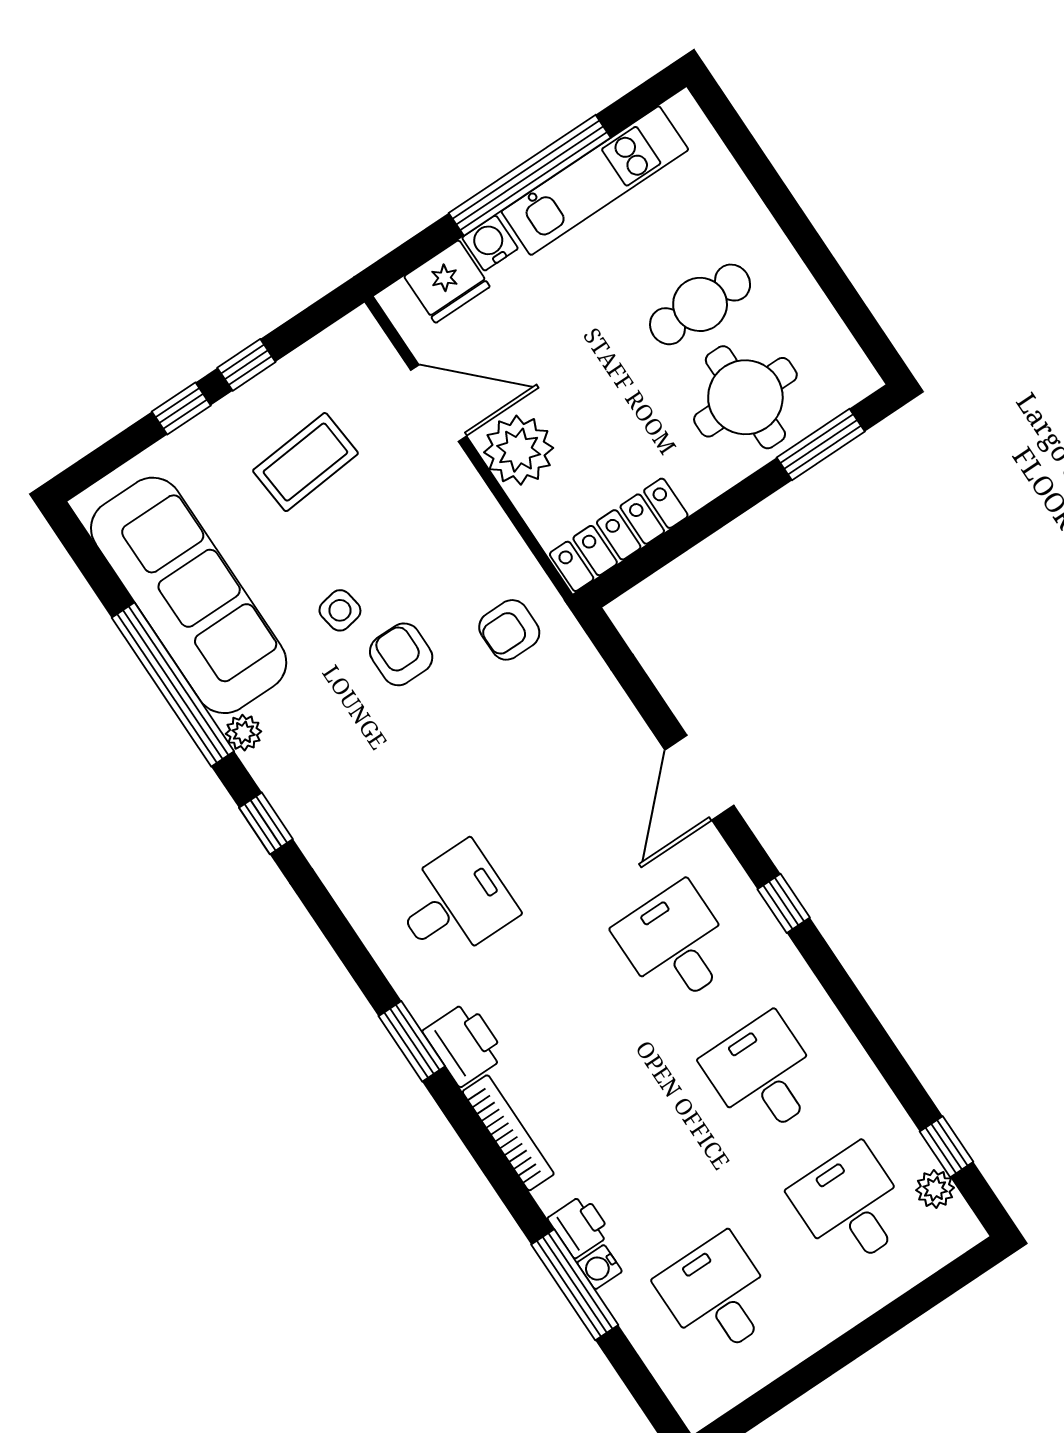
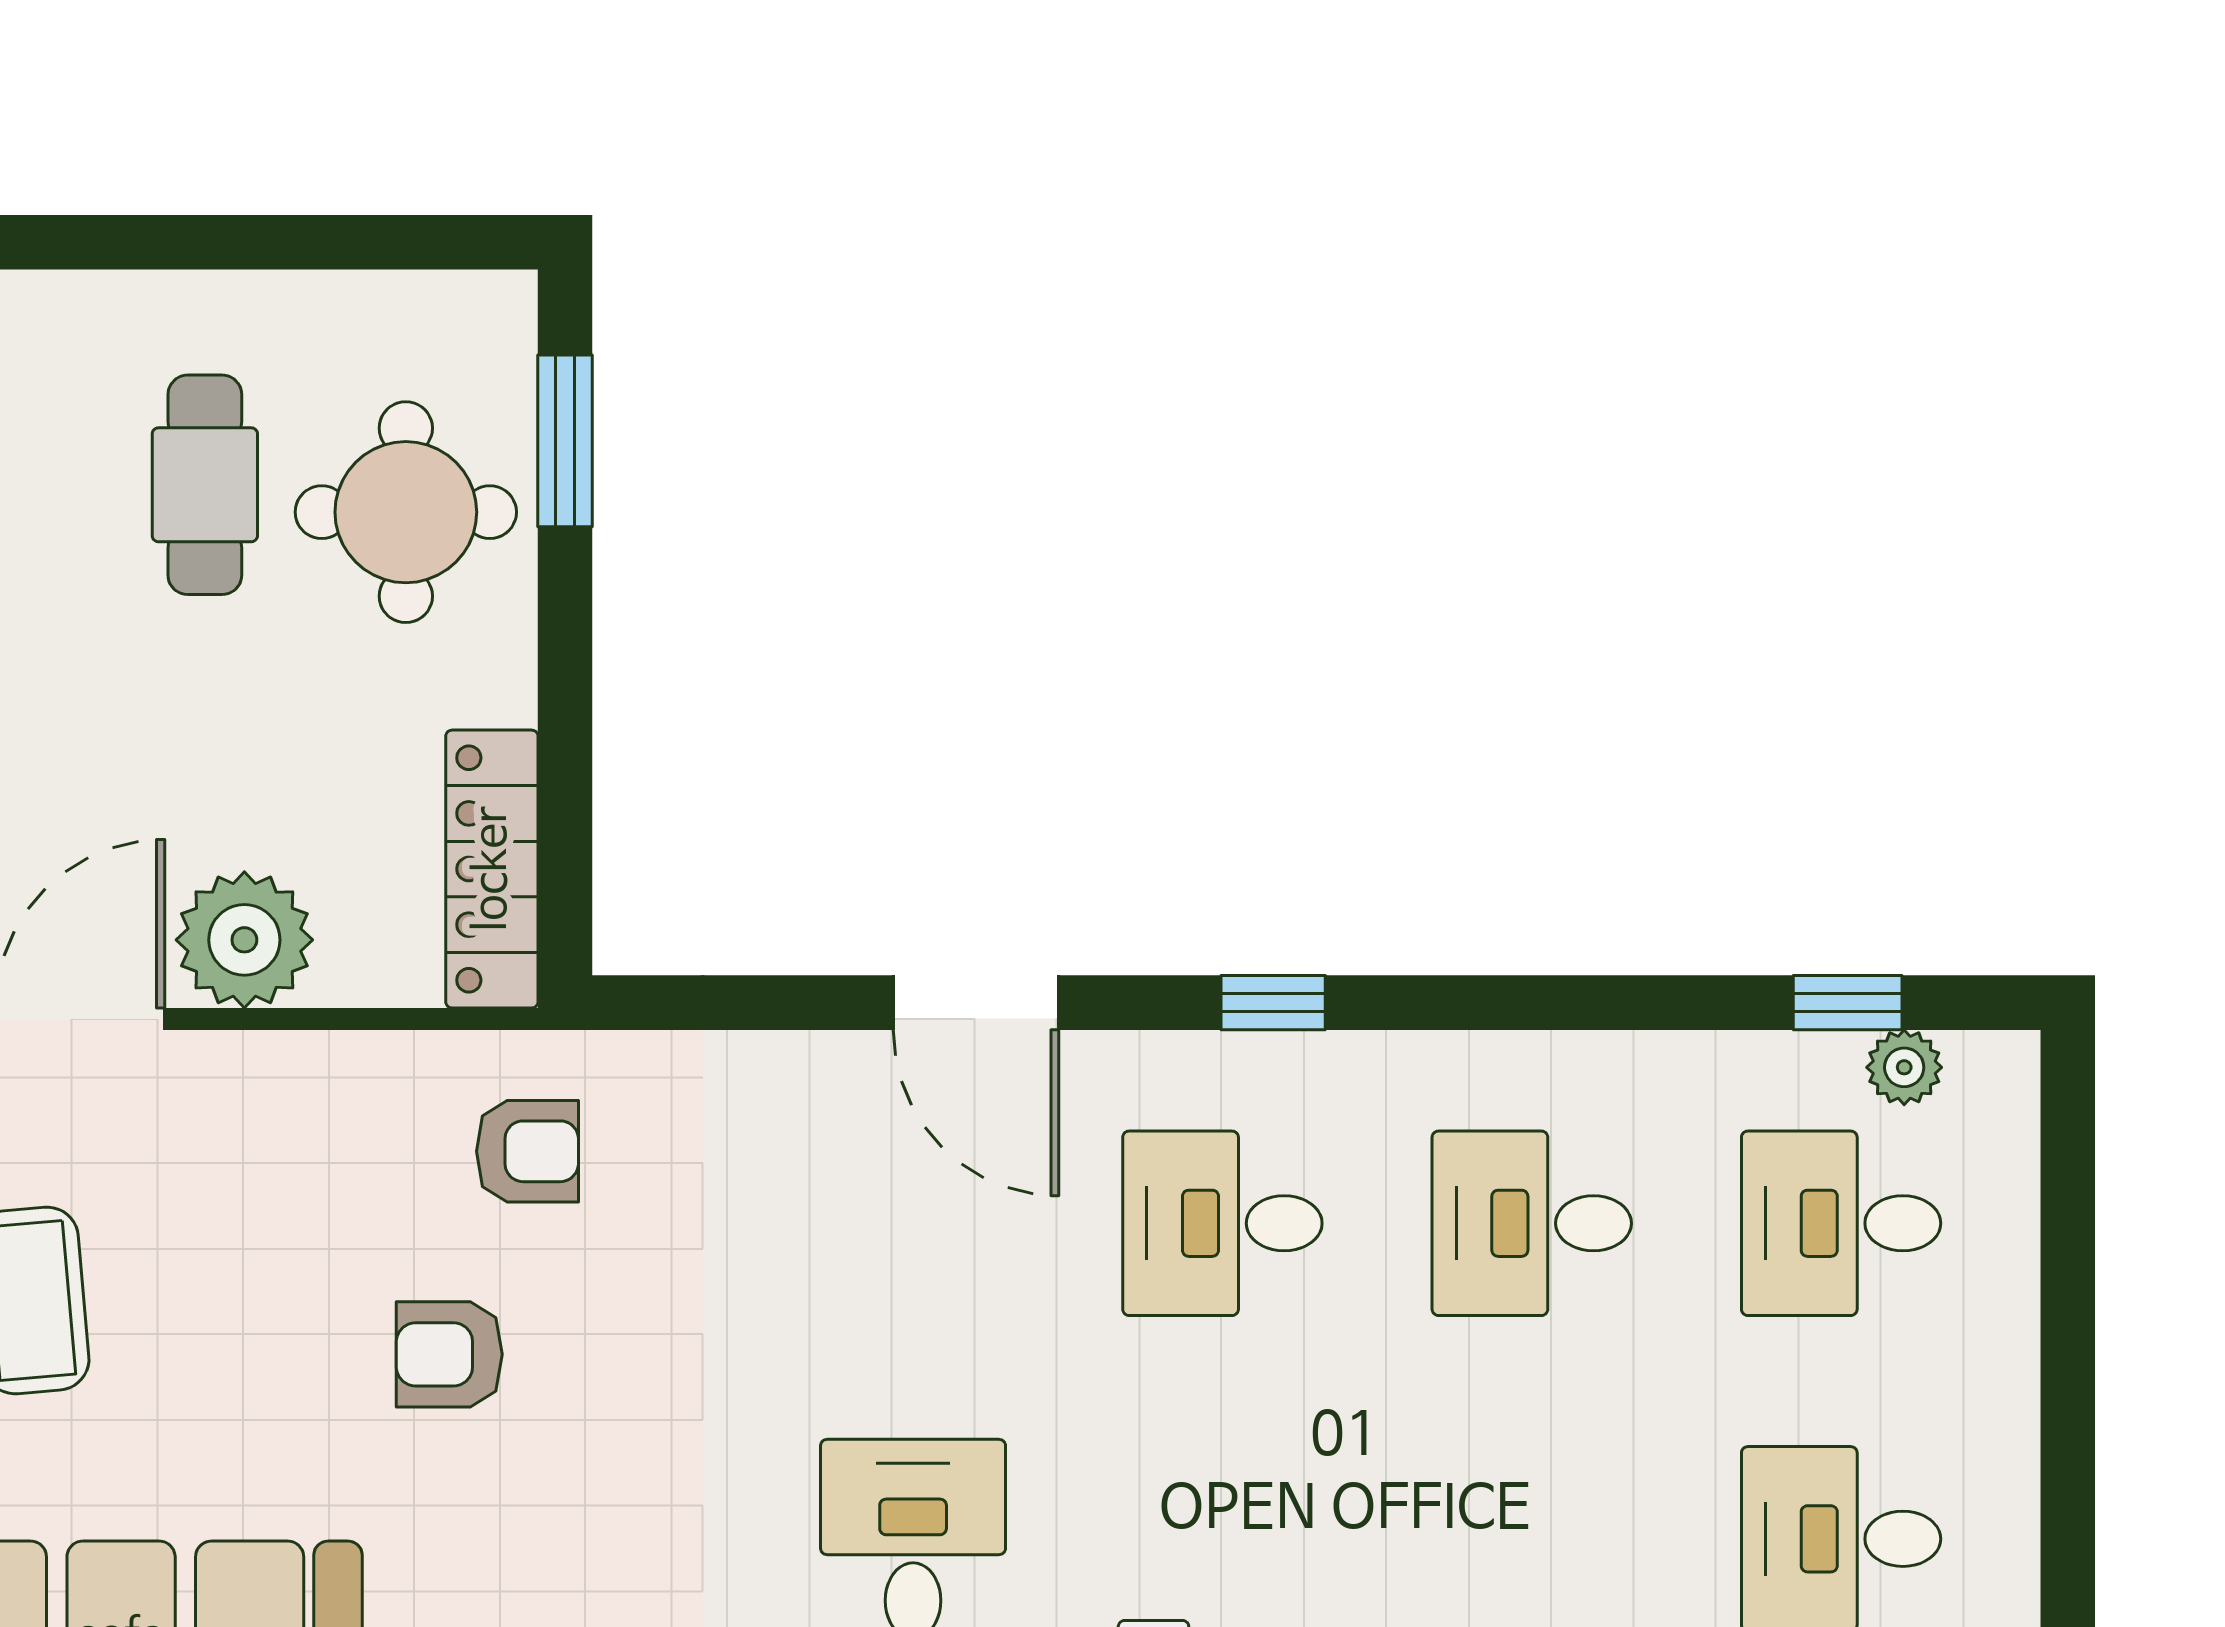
side table: (340, 610) -> (311, 1406), removed
armchair: (509, 630) -> (527, 1151), turned -90

